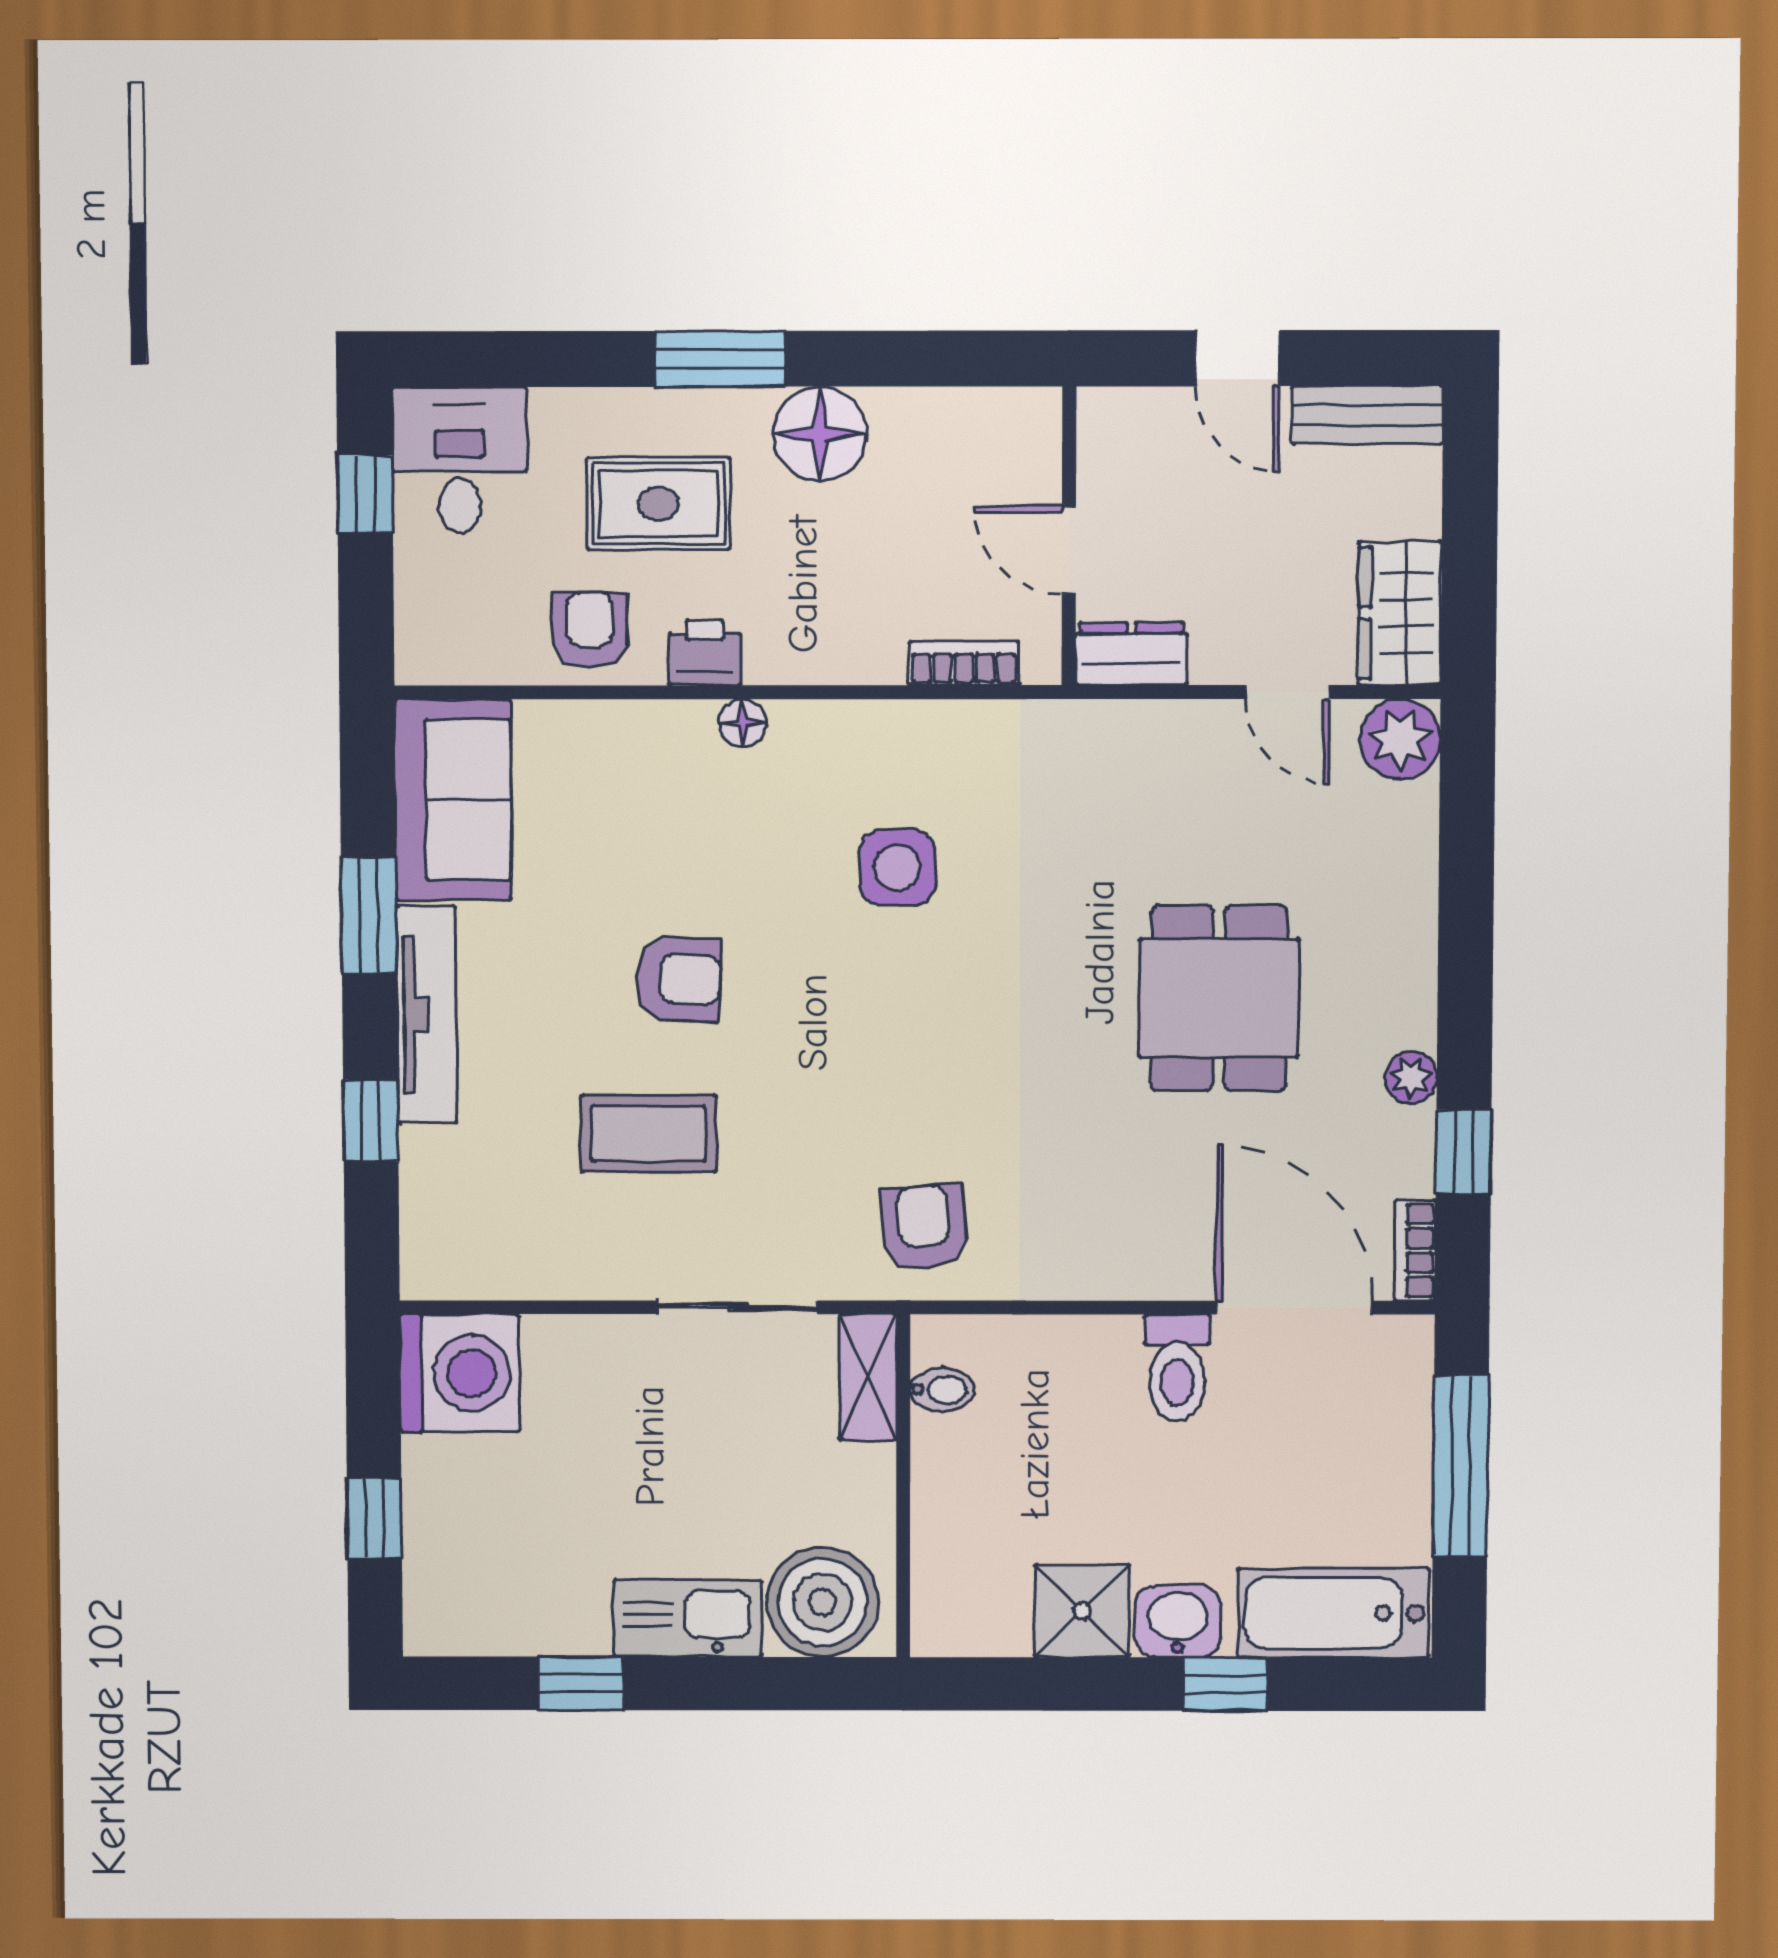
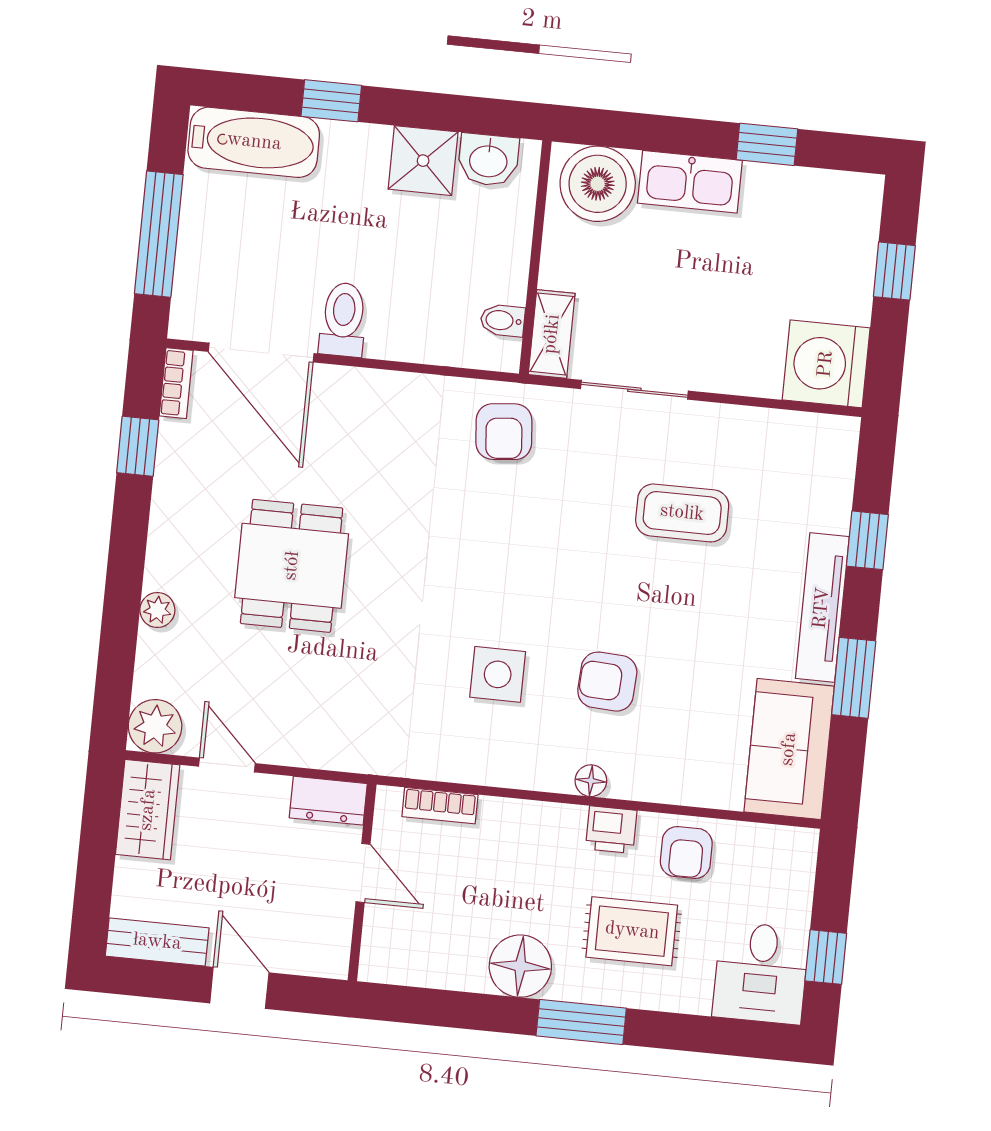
armchair: (678, 979) -> (607, 682), moved
plant: (1411, 1077) -> (157, 610), moved
washbasin: (1178, 1621) -> (488, 160), moved

